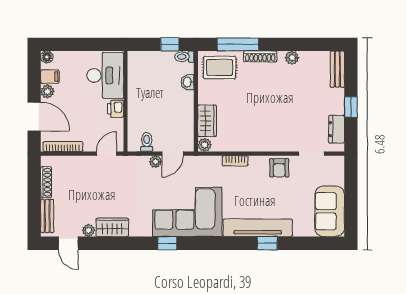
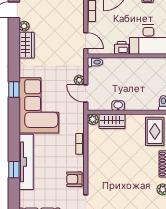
washbasin: (188, 82) -> (118, 106), moved
toilet: (147, 142) -> (95, 62), moved

